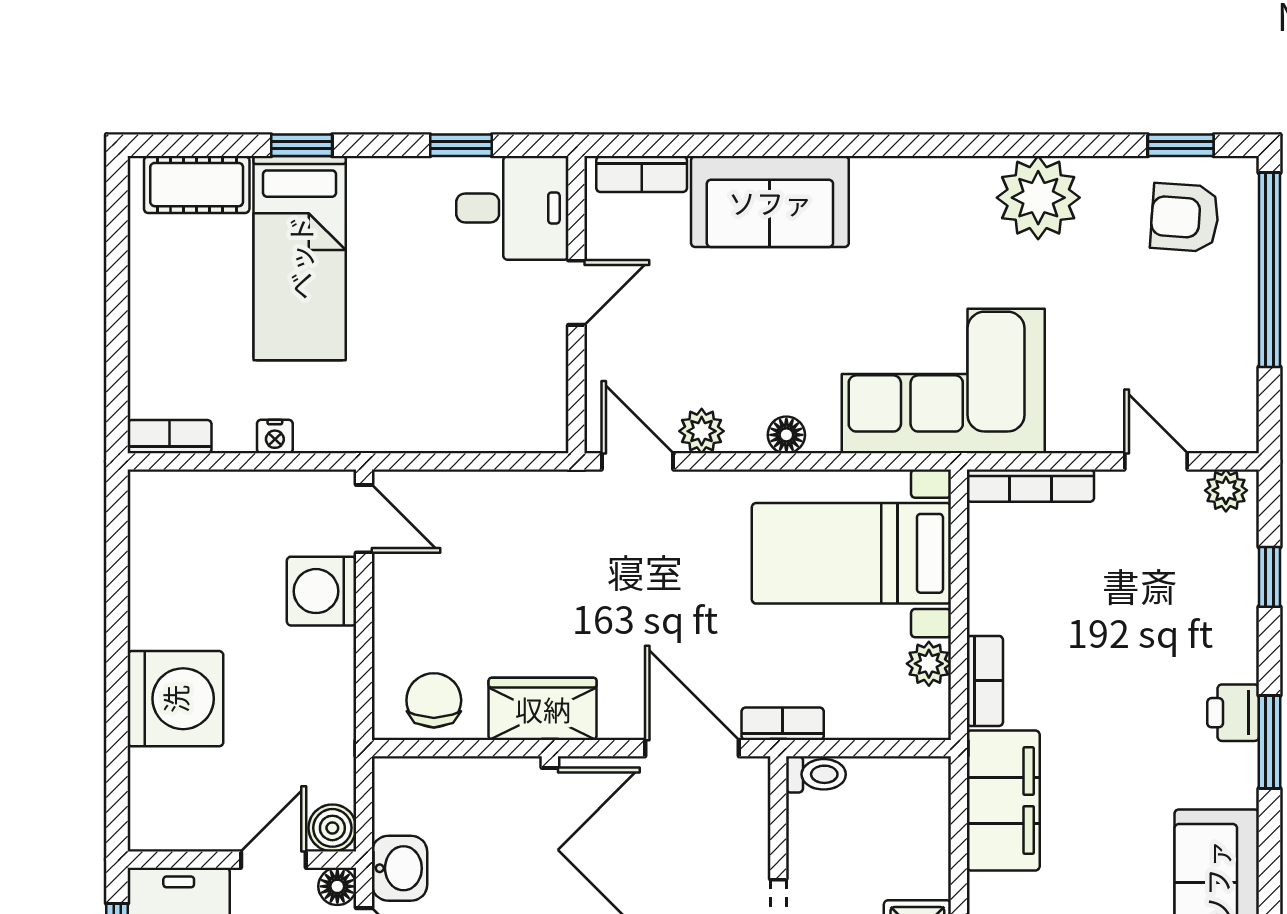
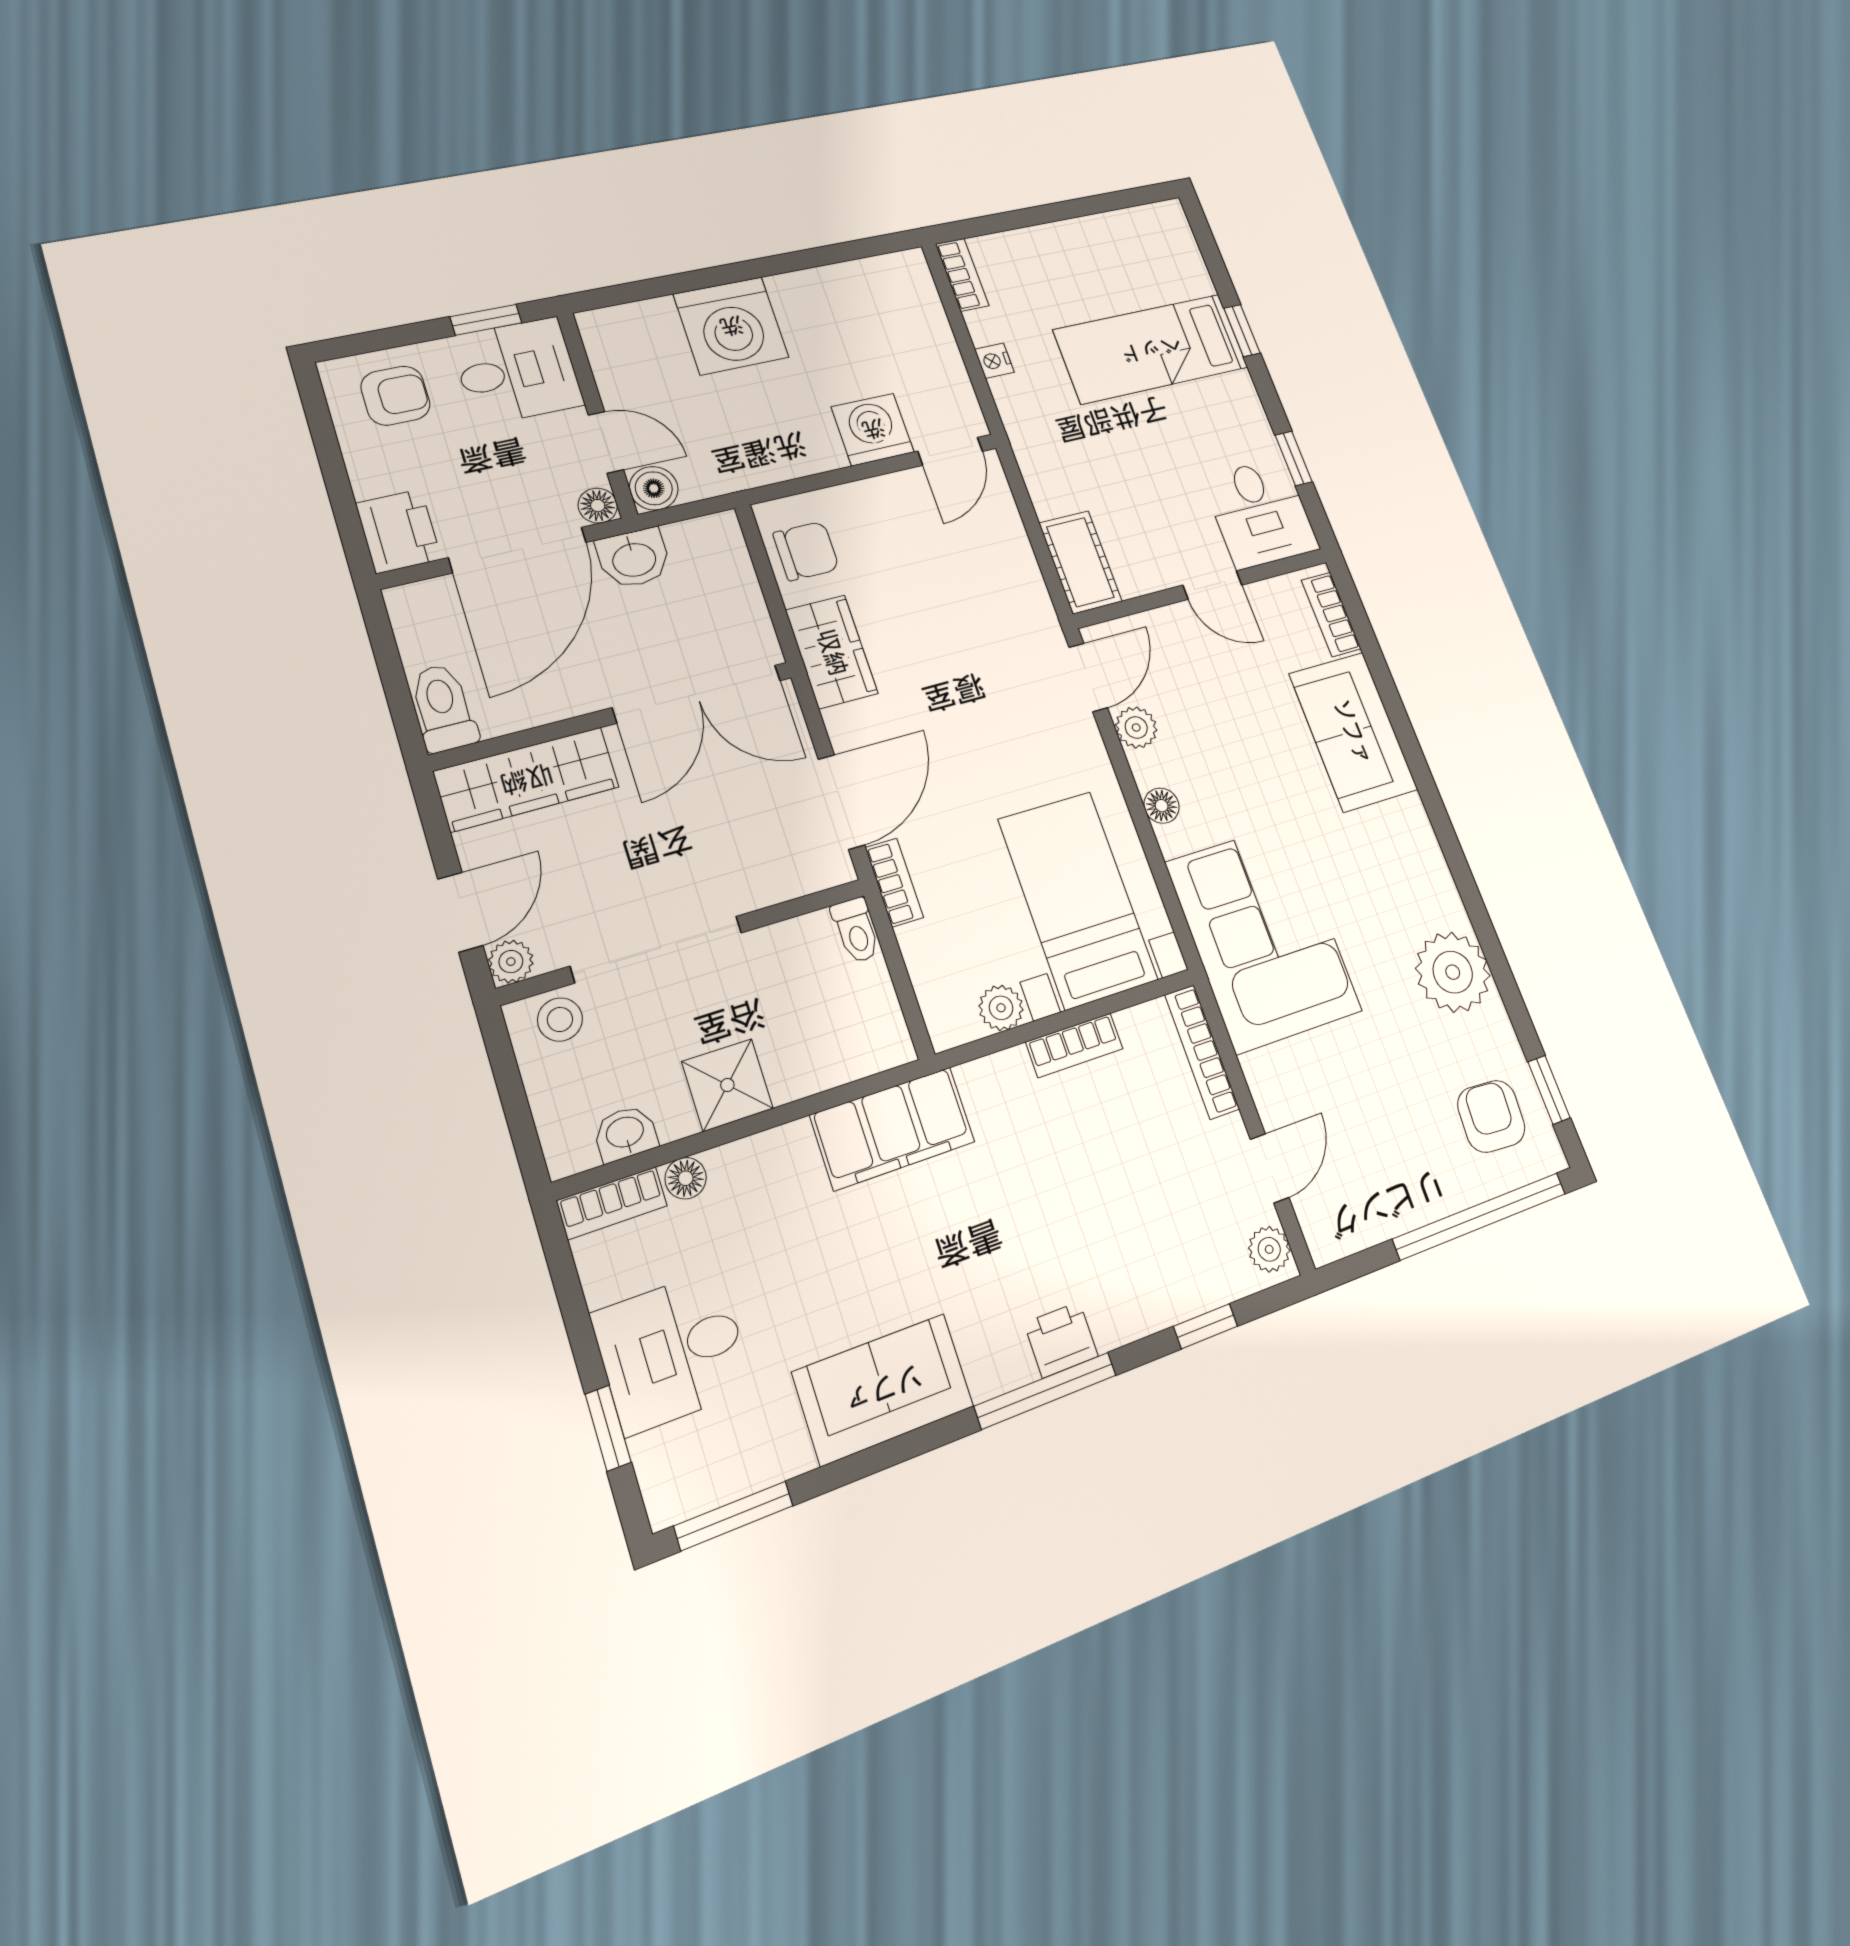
cot: (197, 185) -> (1080, 562), moved
bookcase: (985, 681) -> (1074, 1045), moved
window: (1269, 742) -> (1045, 1391), width x1.44

